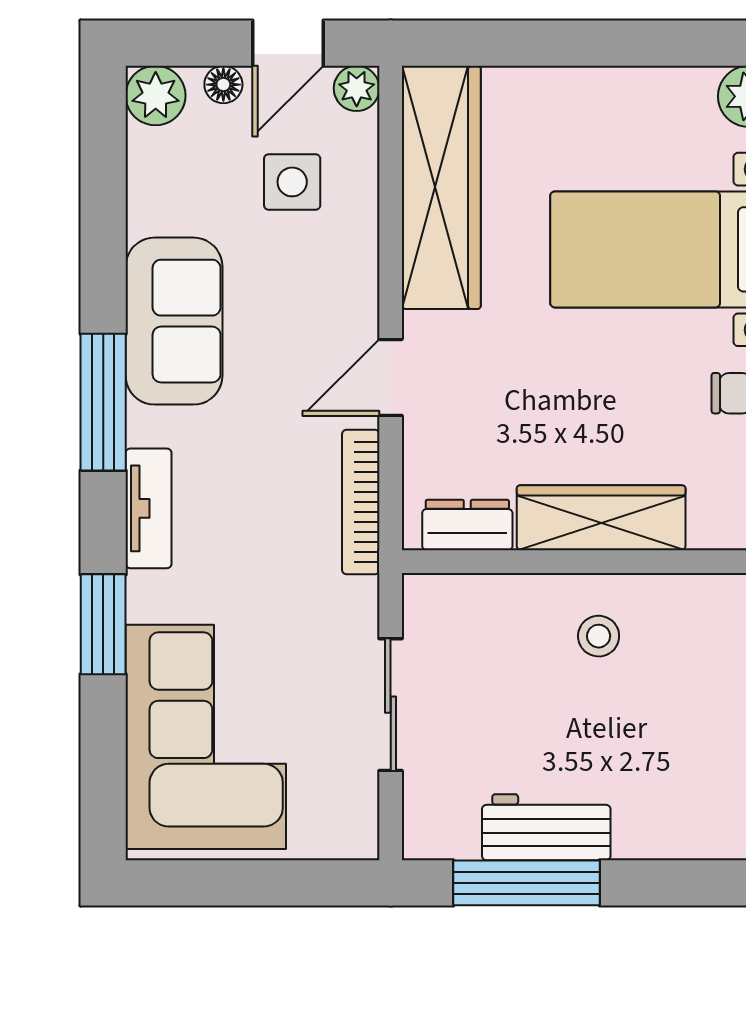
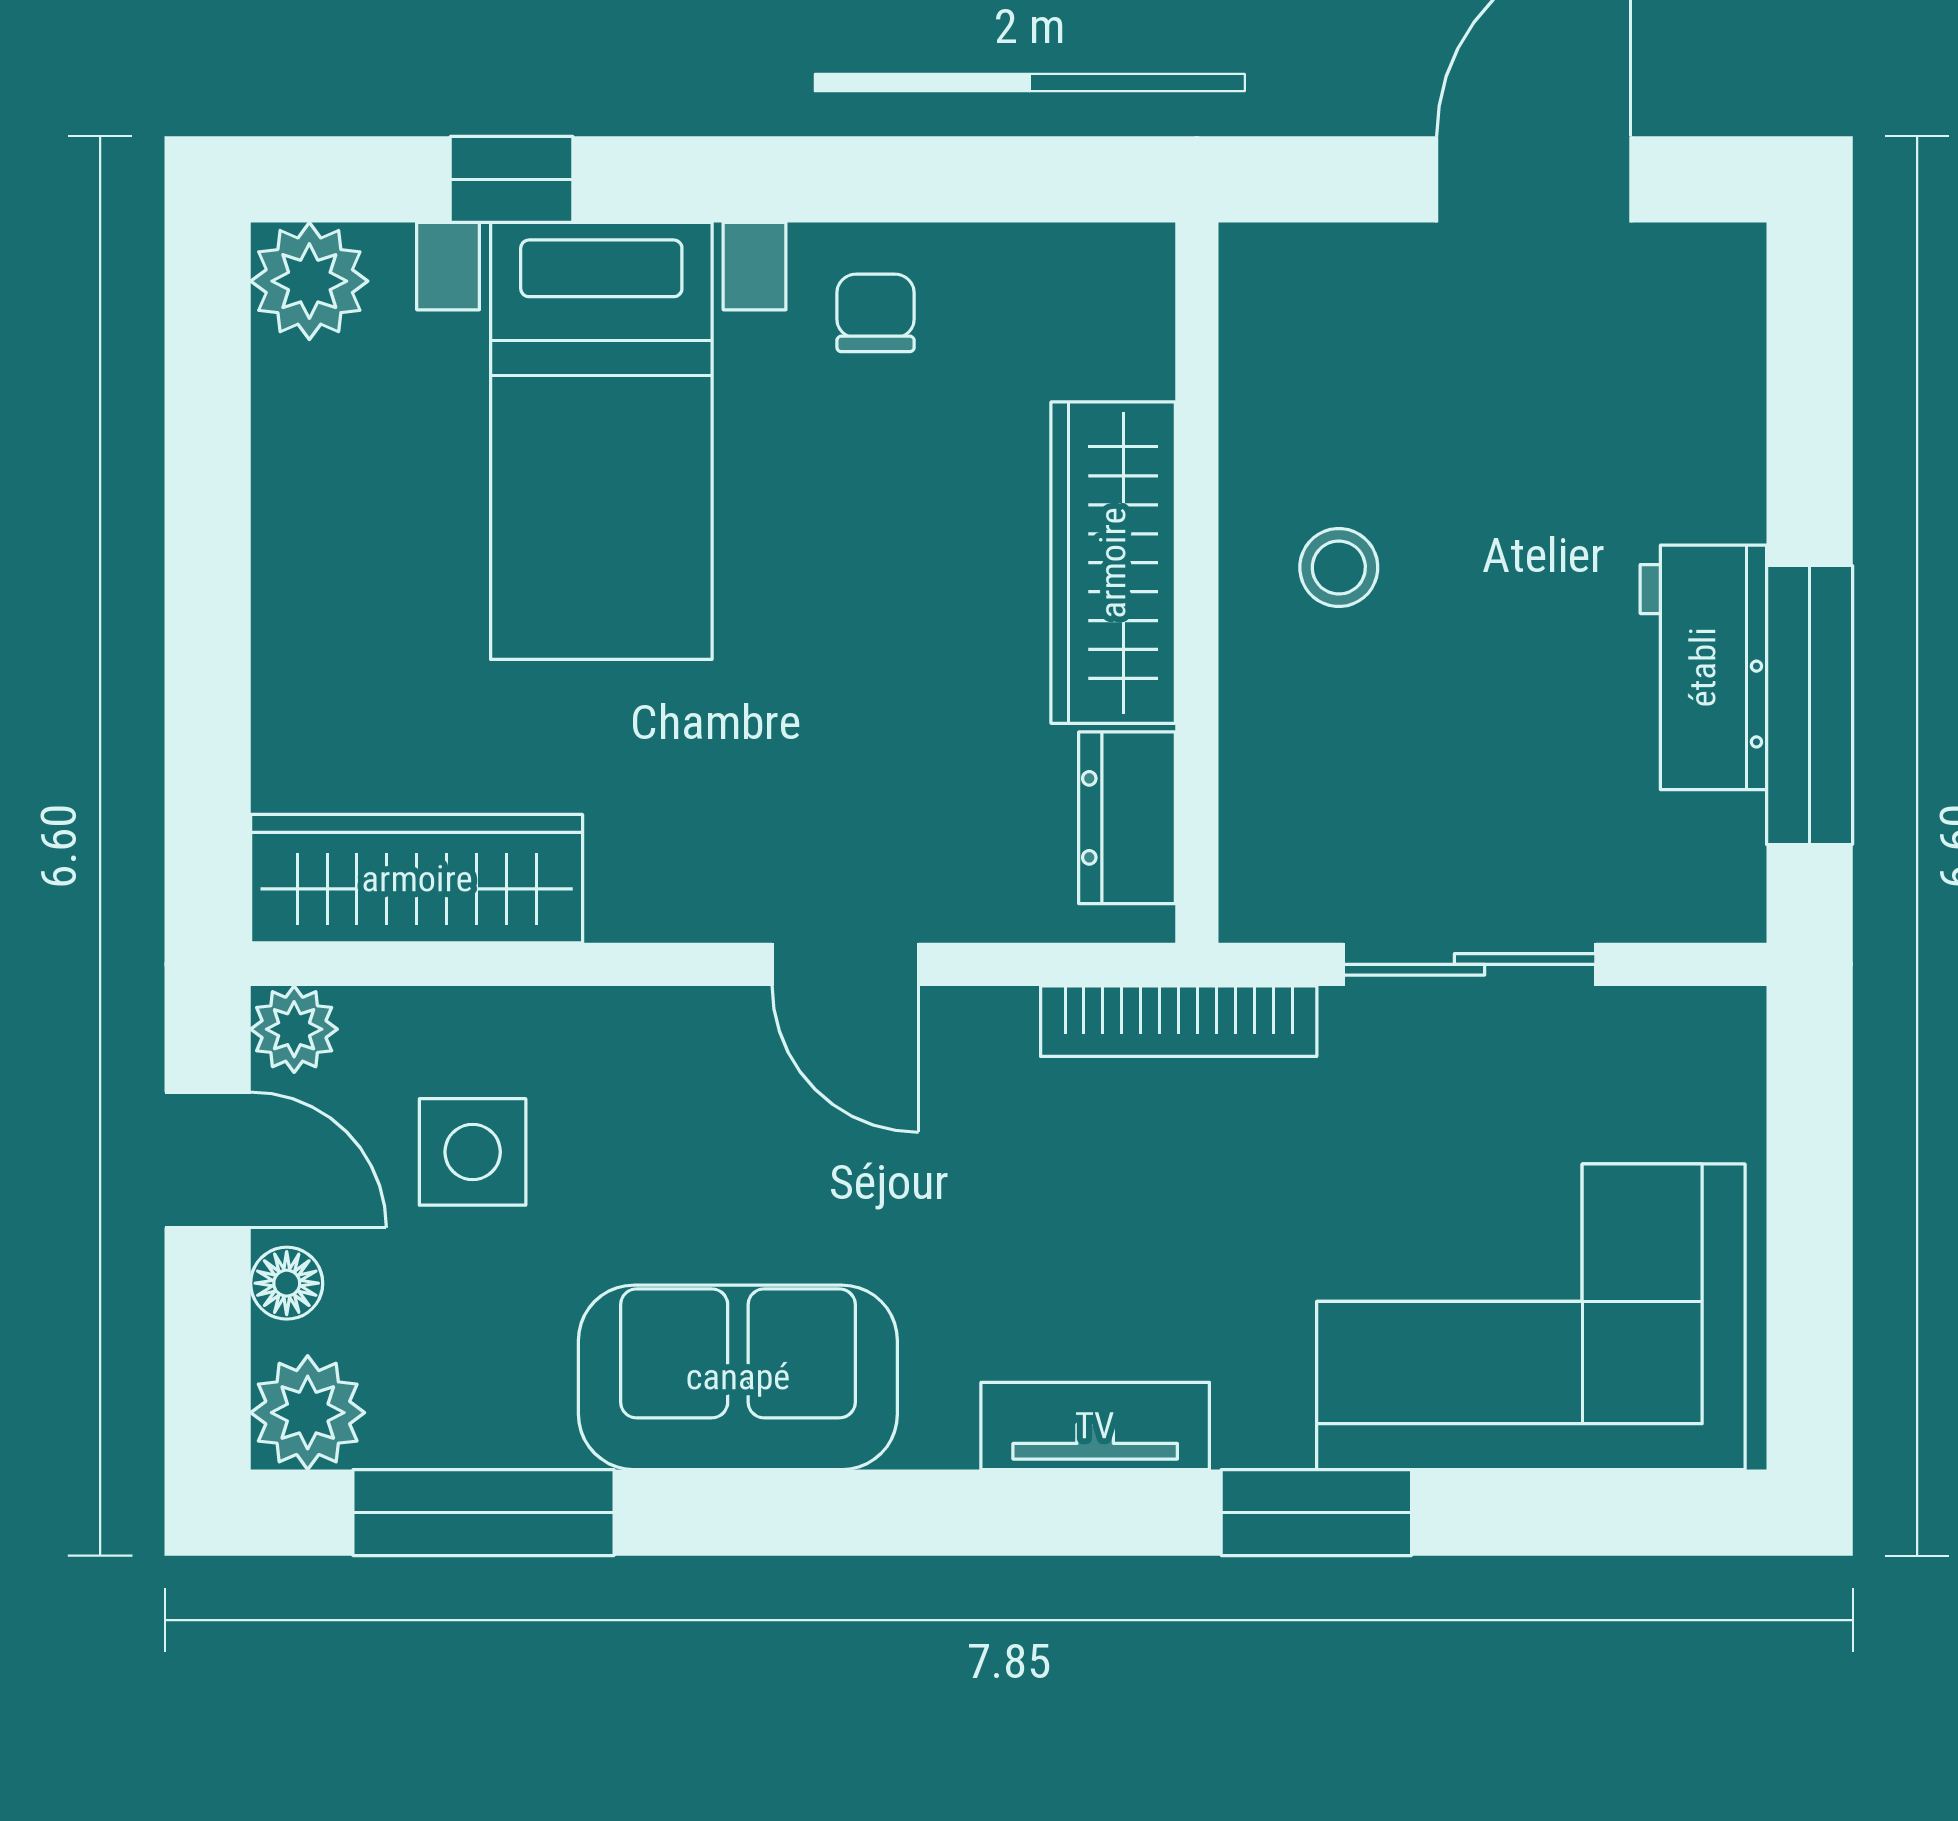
wardrobe: (441, 187) -> (417, 879), width x0.71, depth x0.85
window: (103, 402) -> (483, 1513), moved
bookcase: (361, 502) -> (1179, 1021), moved

